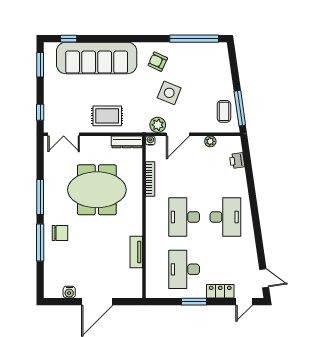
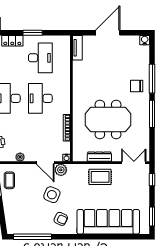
window: (69, 39) -> (130, 237), removed
door: (178, 134) -> (45, 163), swing flipped
dresser: (127, 142) -> (99, 157), moved
desk: (184, 217) -> (40, 98), turned 180
tv unit: (136, 252) -> (77, 48), moved
water cooler: (69, 292) -> (145, 40), moved

